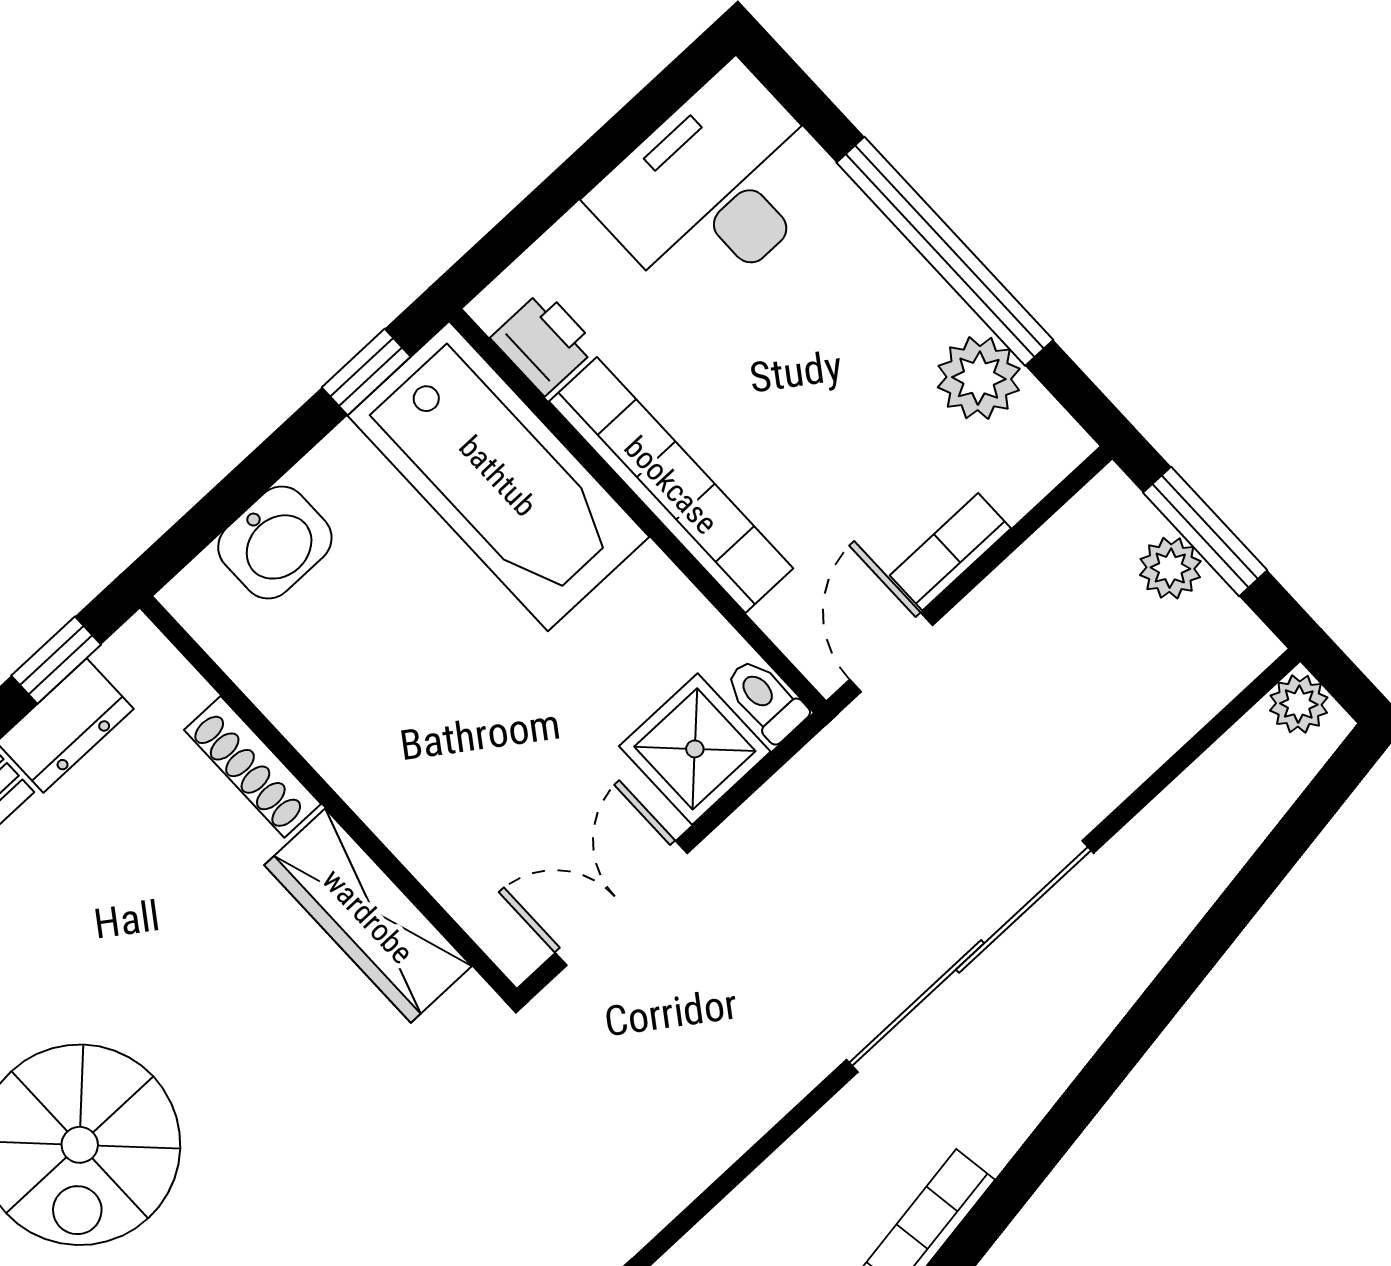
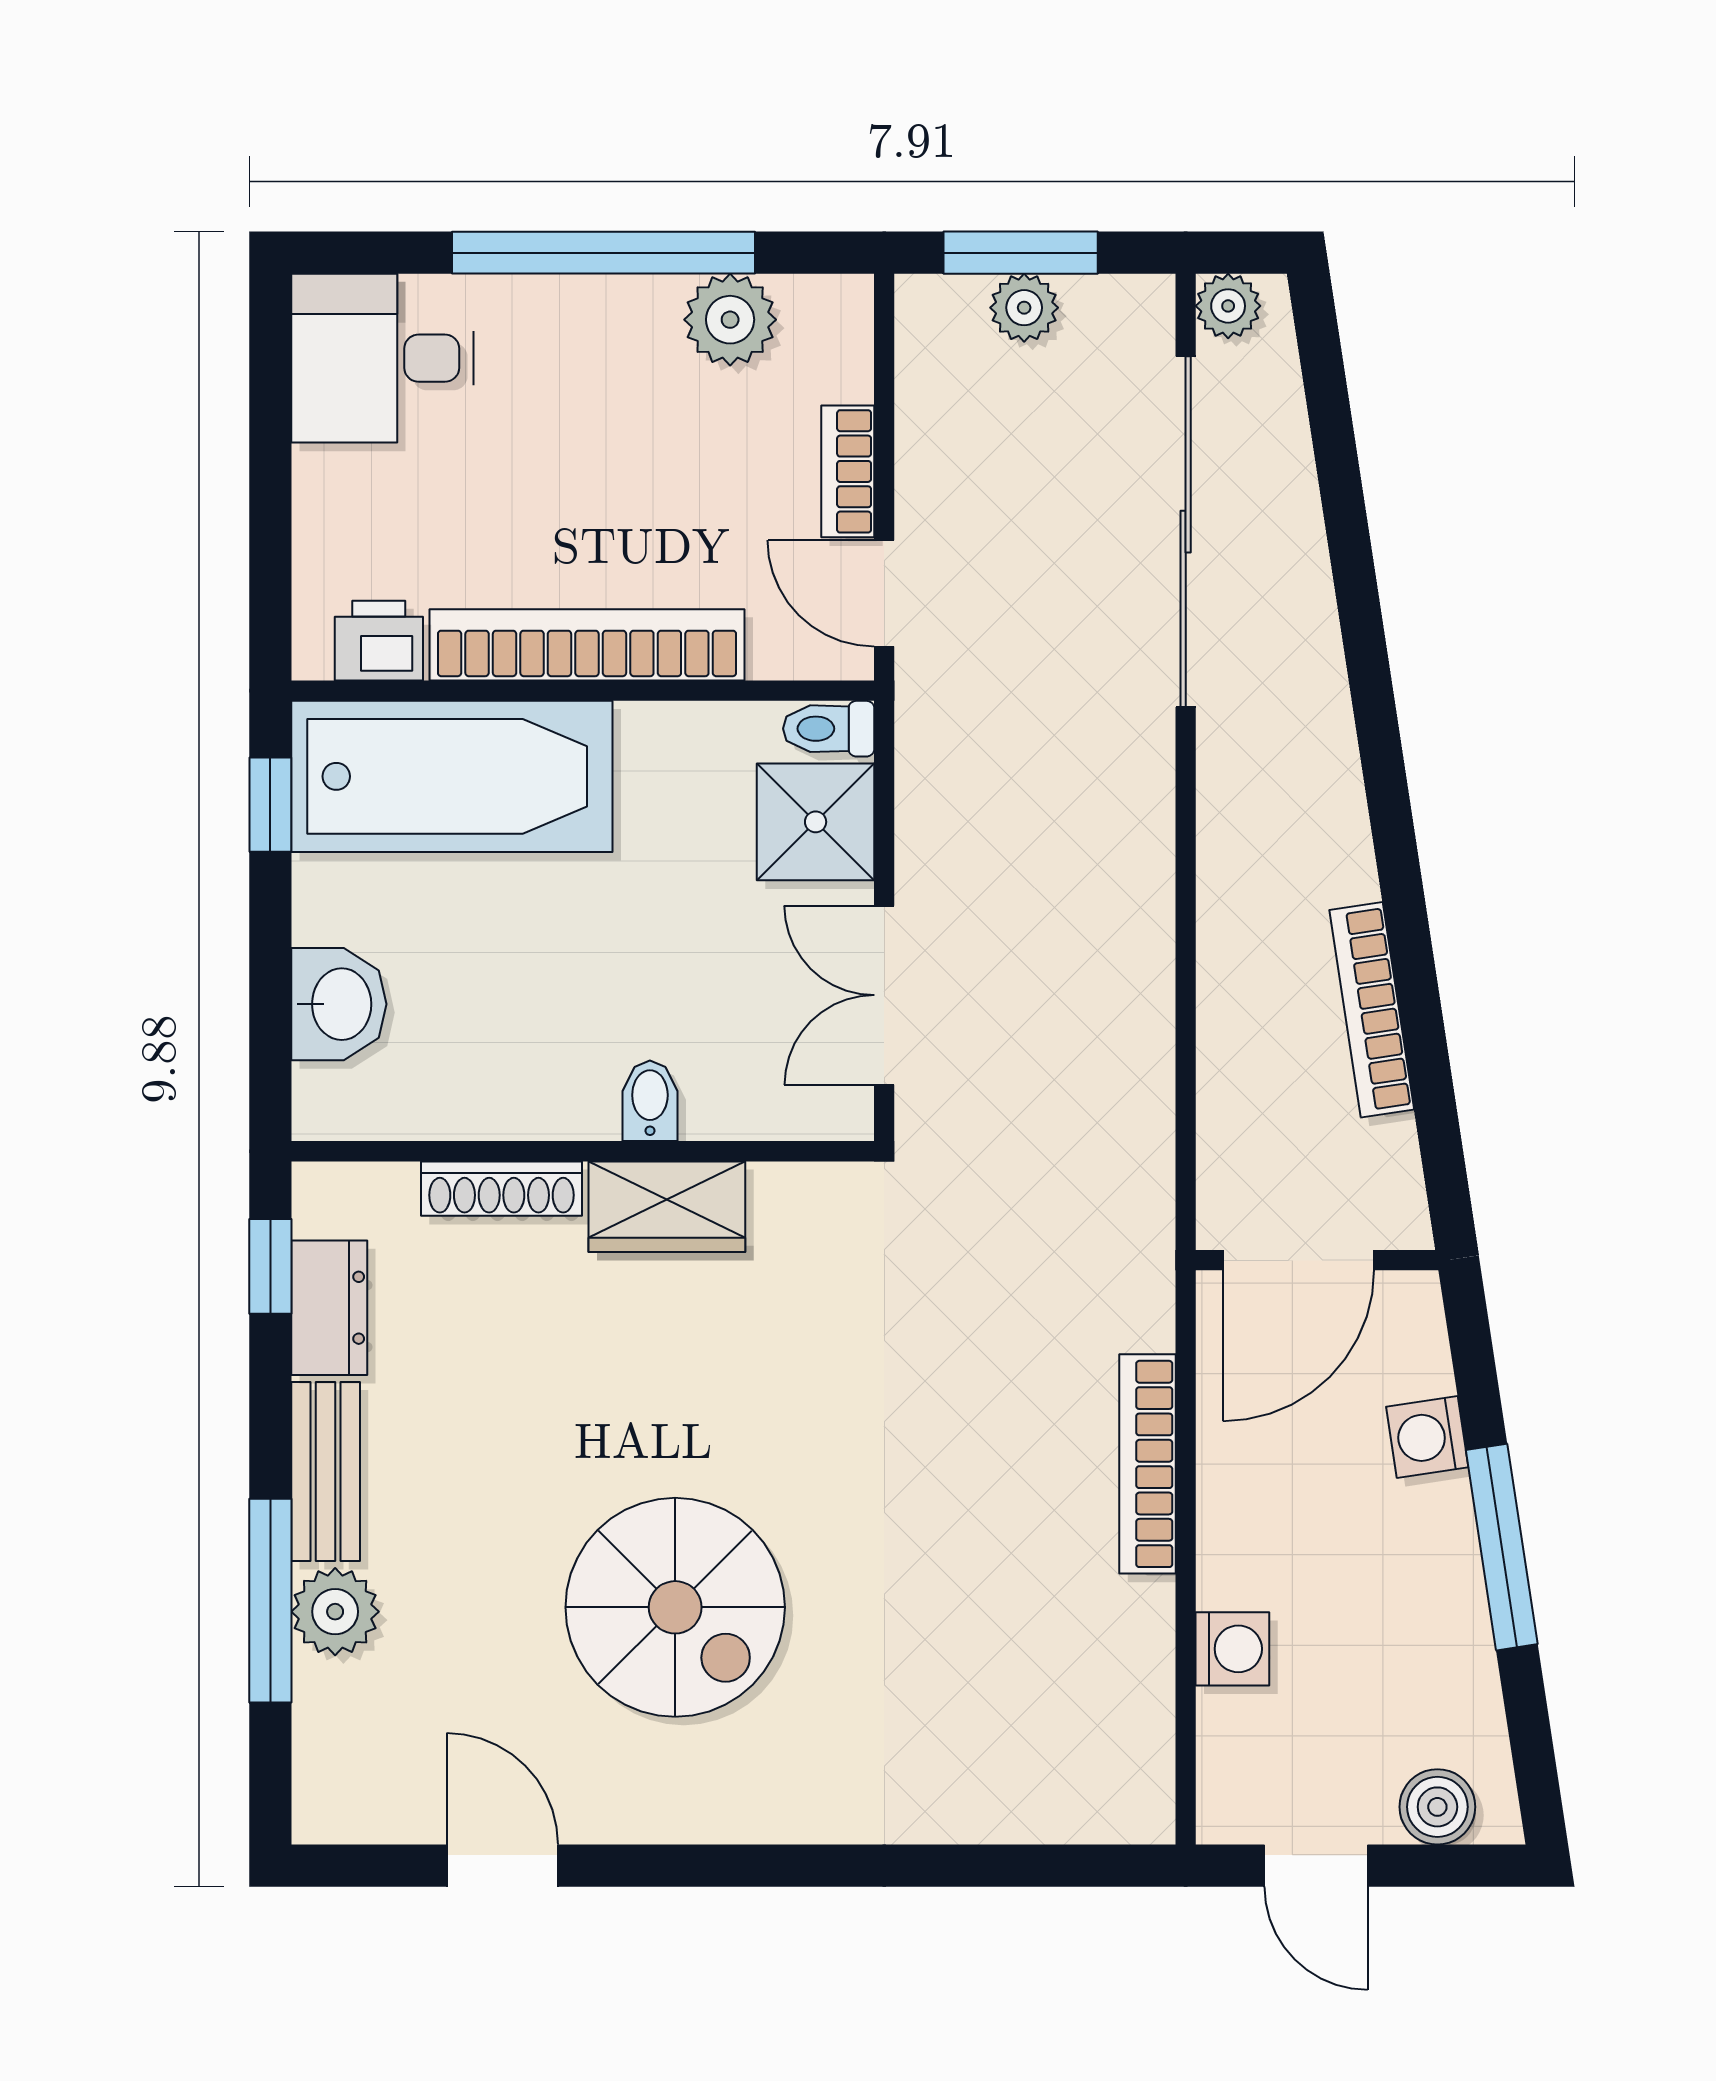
desk: (715, 188) -> (382, 358), width x0.73
bidet: (404, 812) -> (650, 1101), added
wardrobe: (368, 916) -> (667, 1207), width x0.67
sliding door: (970, 956) -> (1186, 532), moved

